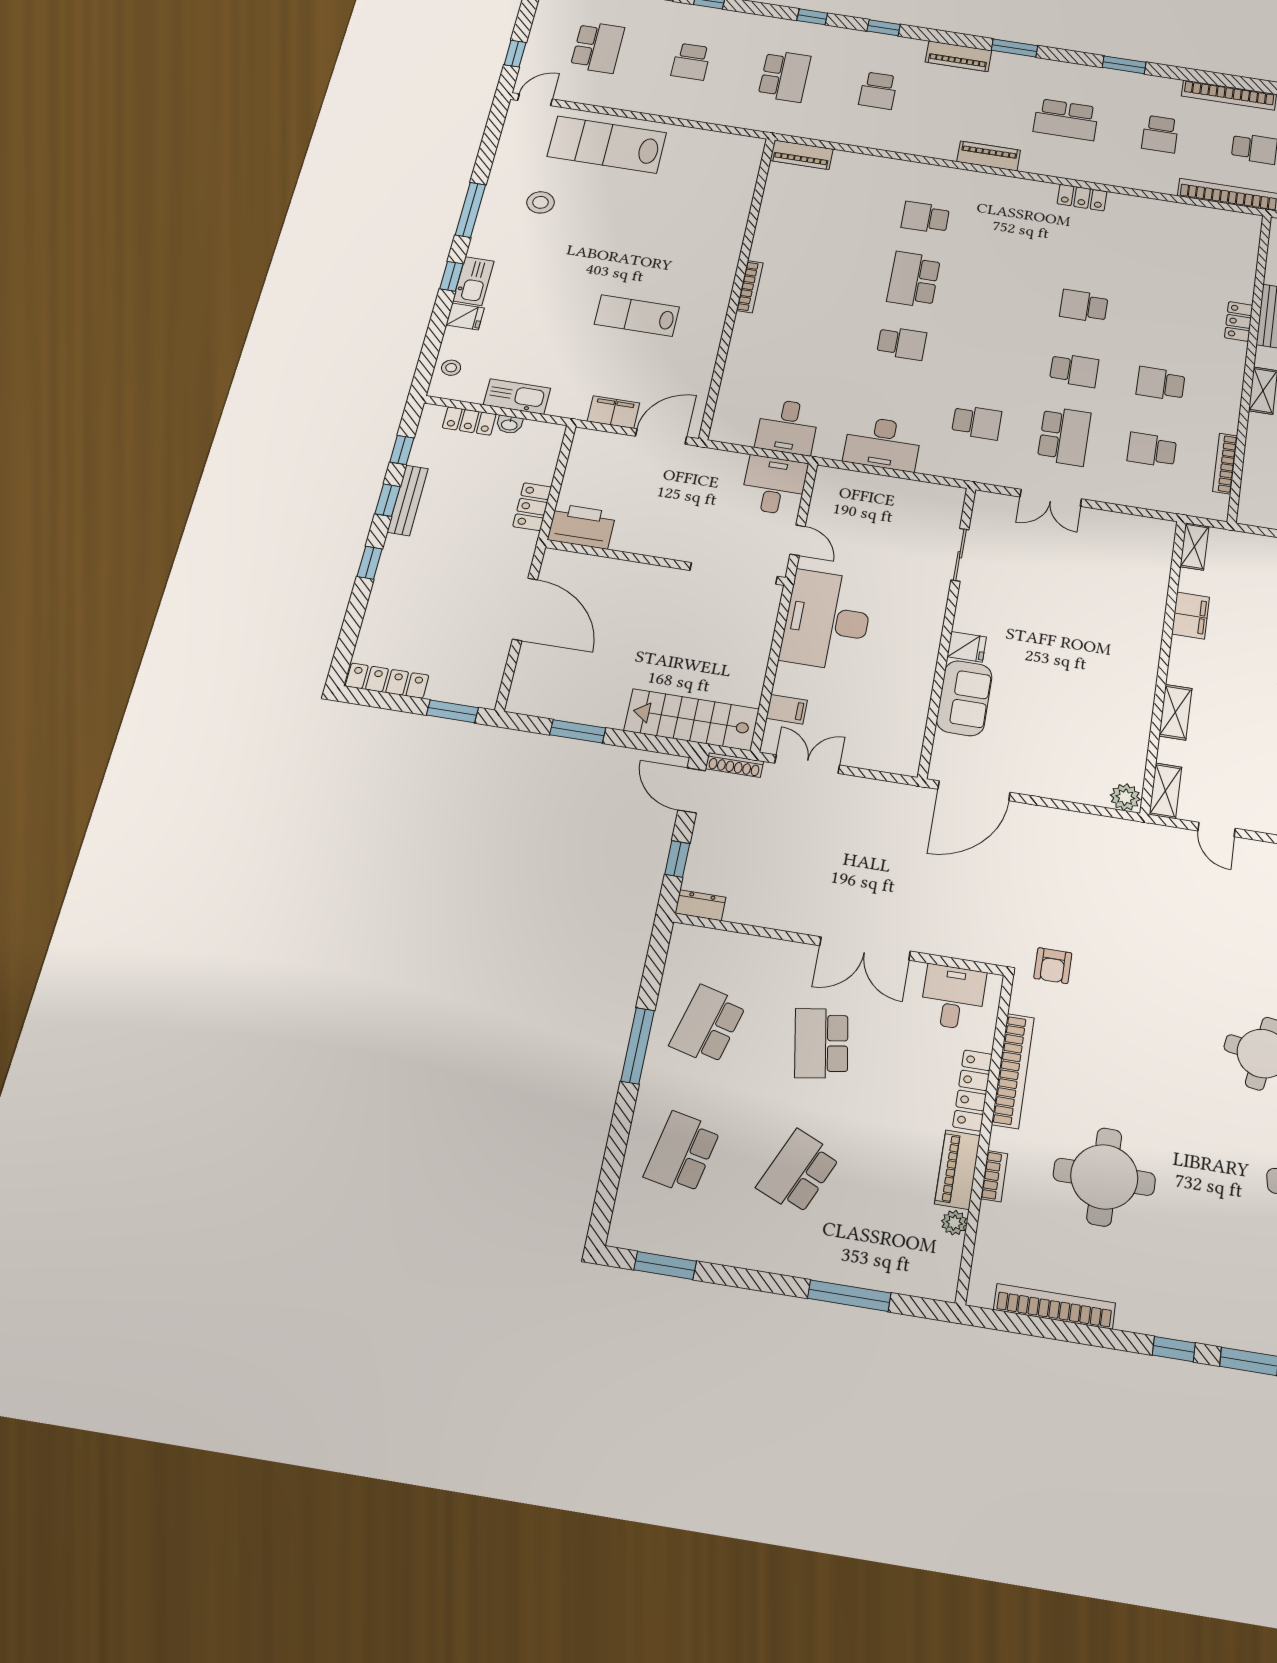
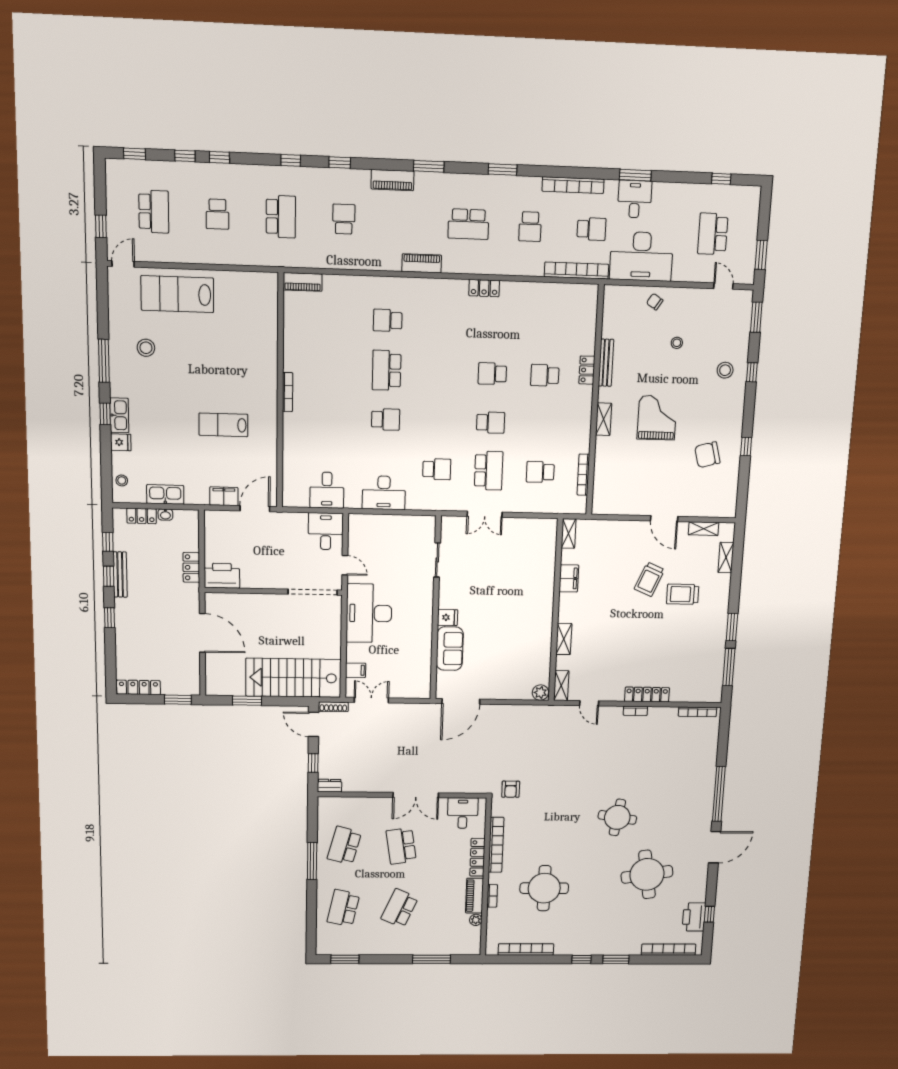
school desk: (878, 91) -> (344, 219), turned 180
school desk: (1161, 384) -> (545, 375), moved
stairs: (692, 720) -> (293, 678), width x1.36, depth x1.51

